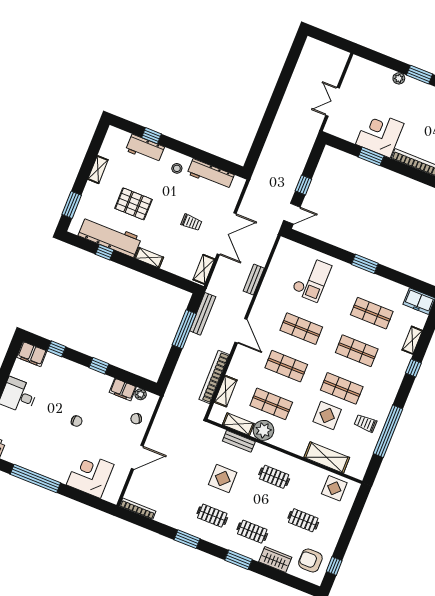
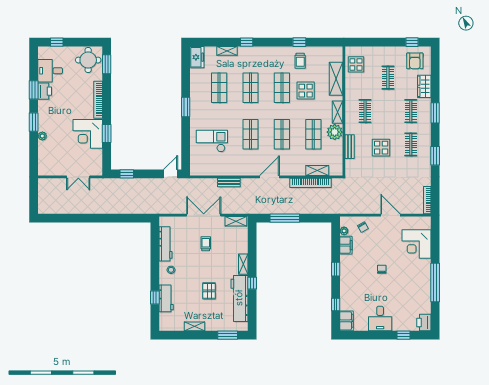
window: (303, 185) -> (127, 174), moved
pallet: (133, 204) -> (209, 291), width x0.67, depth x0.71
door: (292, 214) -> (170, 174), hinge flipped
window: (105, 252) -> (252, 283), moved
bench: (203, 314) -> (268, 209), removed
shelving: (238, 424) -> (337, 112), moved
window: (388, 431) -> (299, 42), width x0.32

